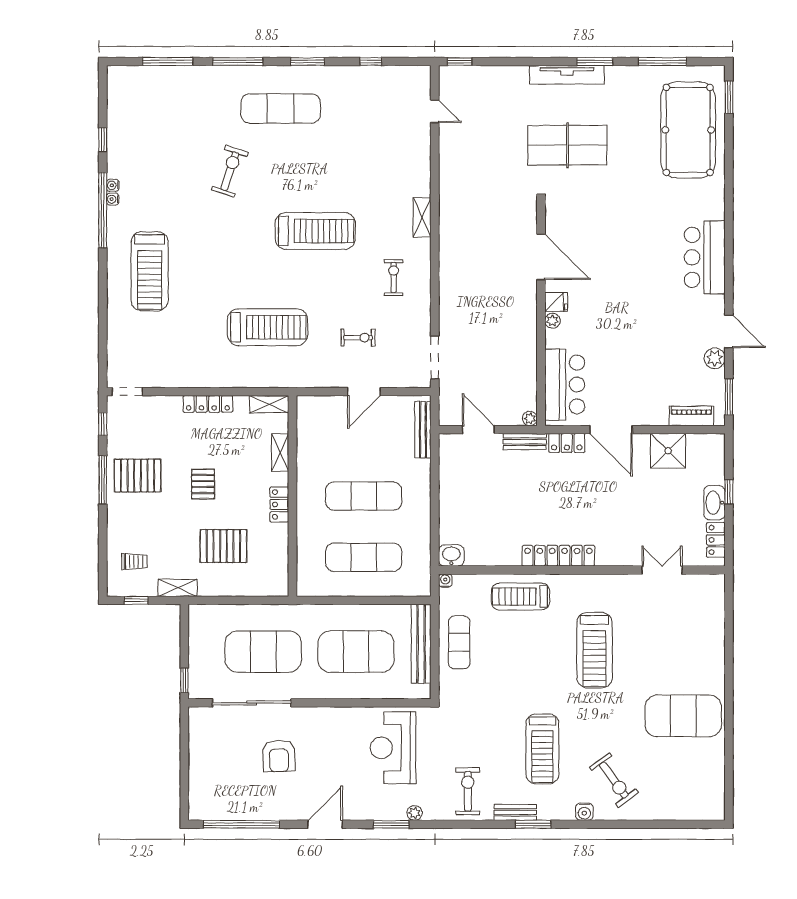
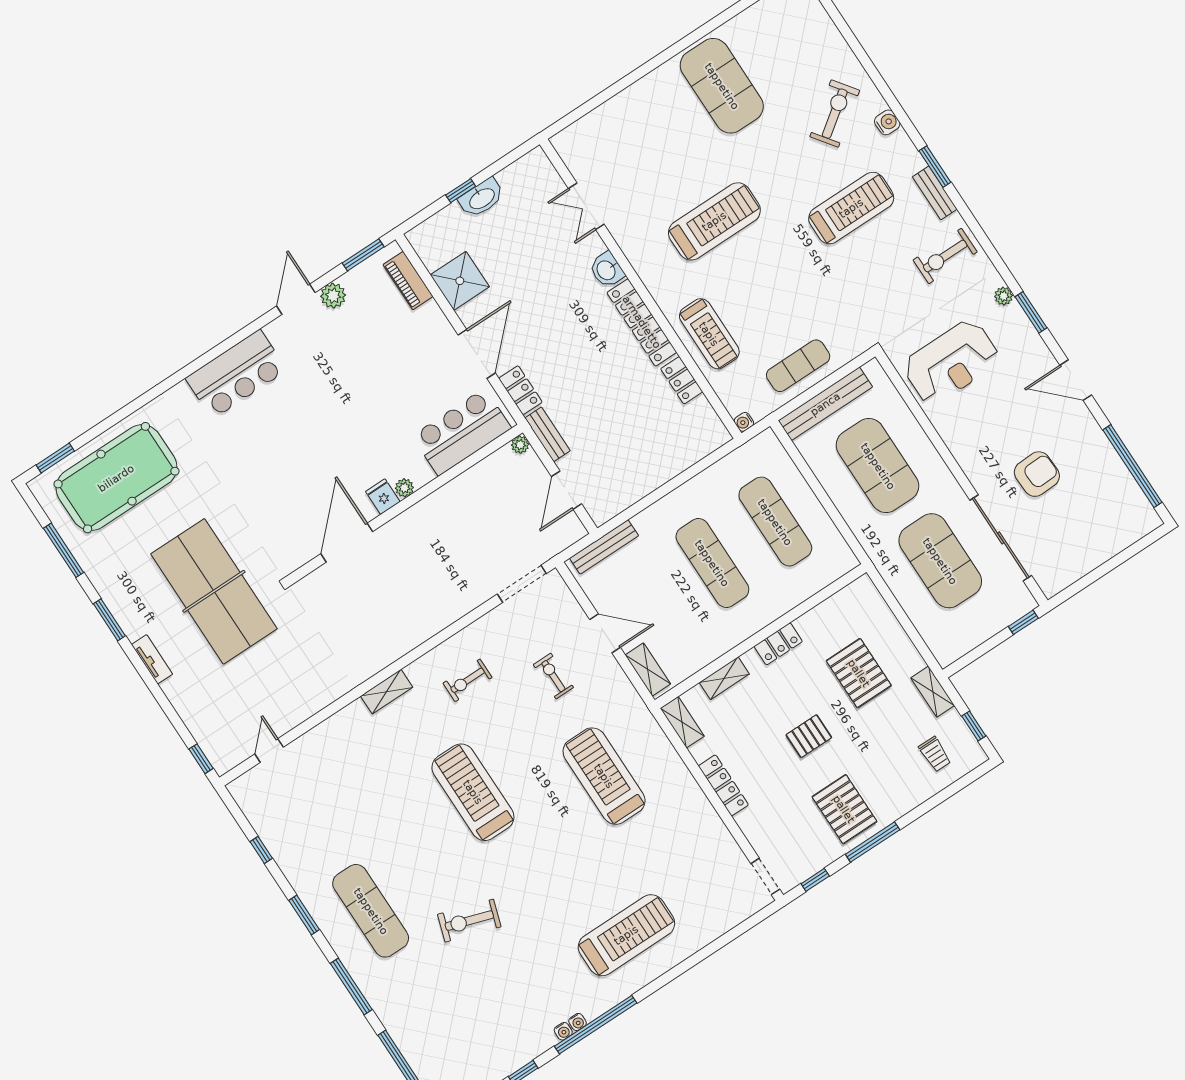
tv unit: (567, 75) -> (152, 659), width x0.52, depth x0.78
table tennis table: (567, 145) -> (214, 591), width x1.36, depth x1.32
shelving: (320, 405) -> (648, 669), added
locker: (716, 540) -> (682, 380), moved, turned 90
washbasin: (451, 555) -> (607, 270), moved
trolley: (134, 561) -> (935, 754), turned 180

